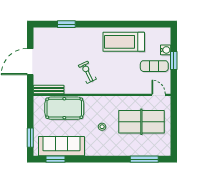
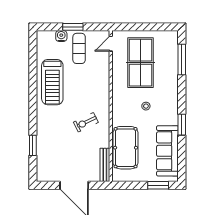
window: (56, 159) -> (182, 125), moved

